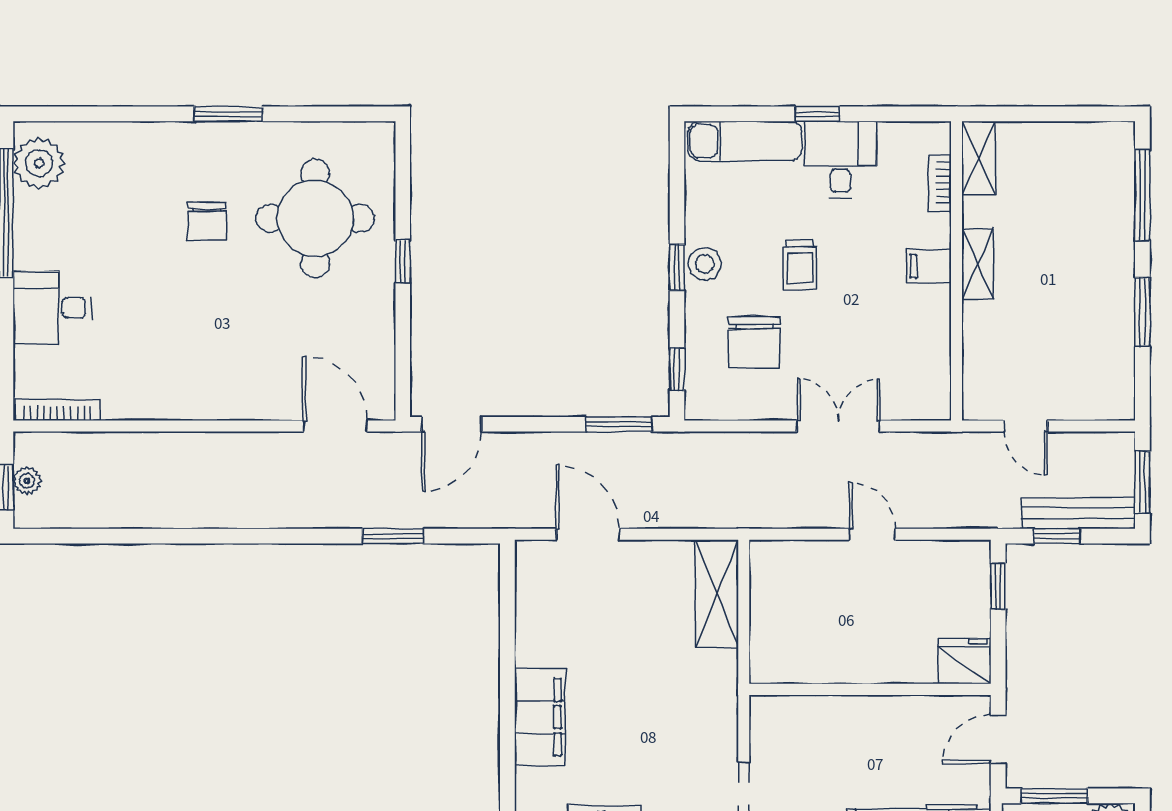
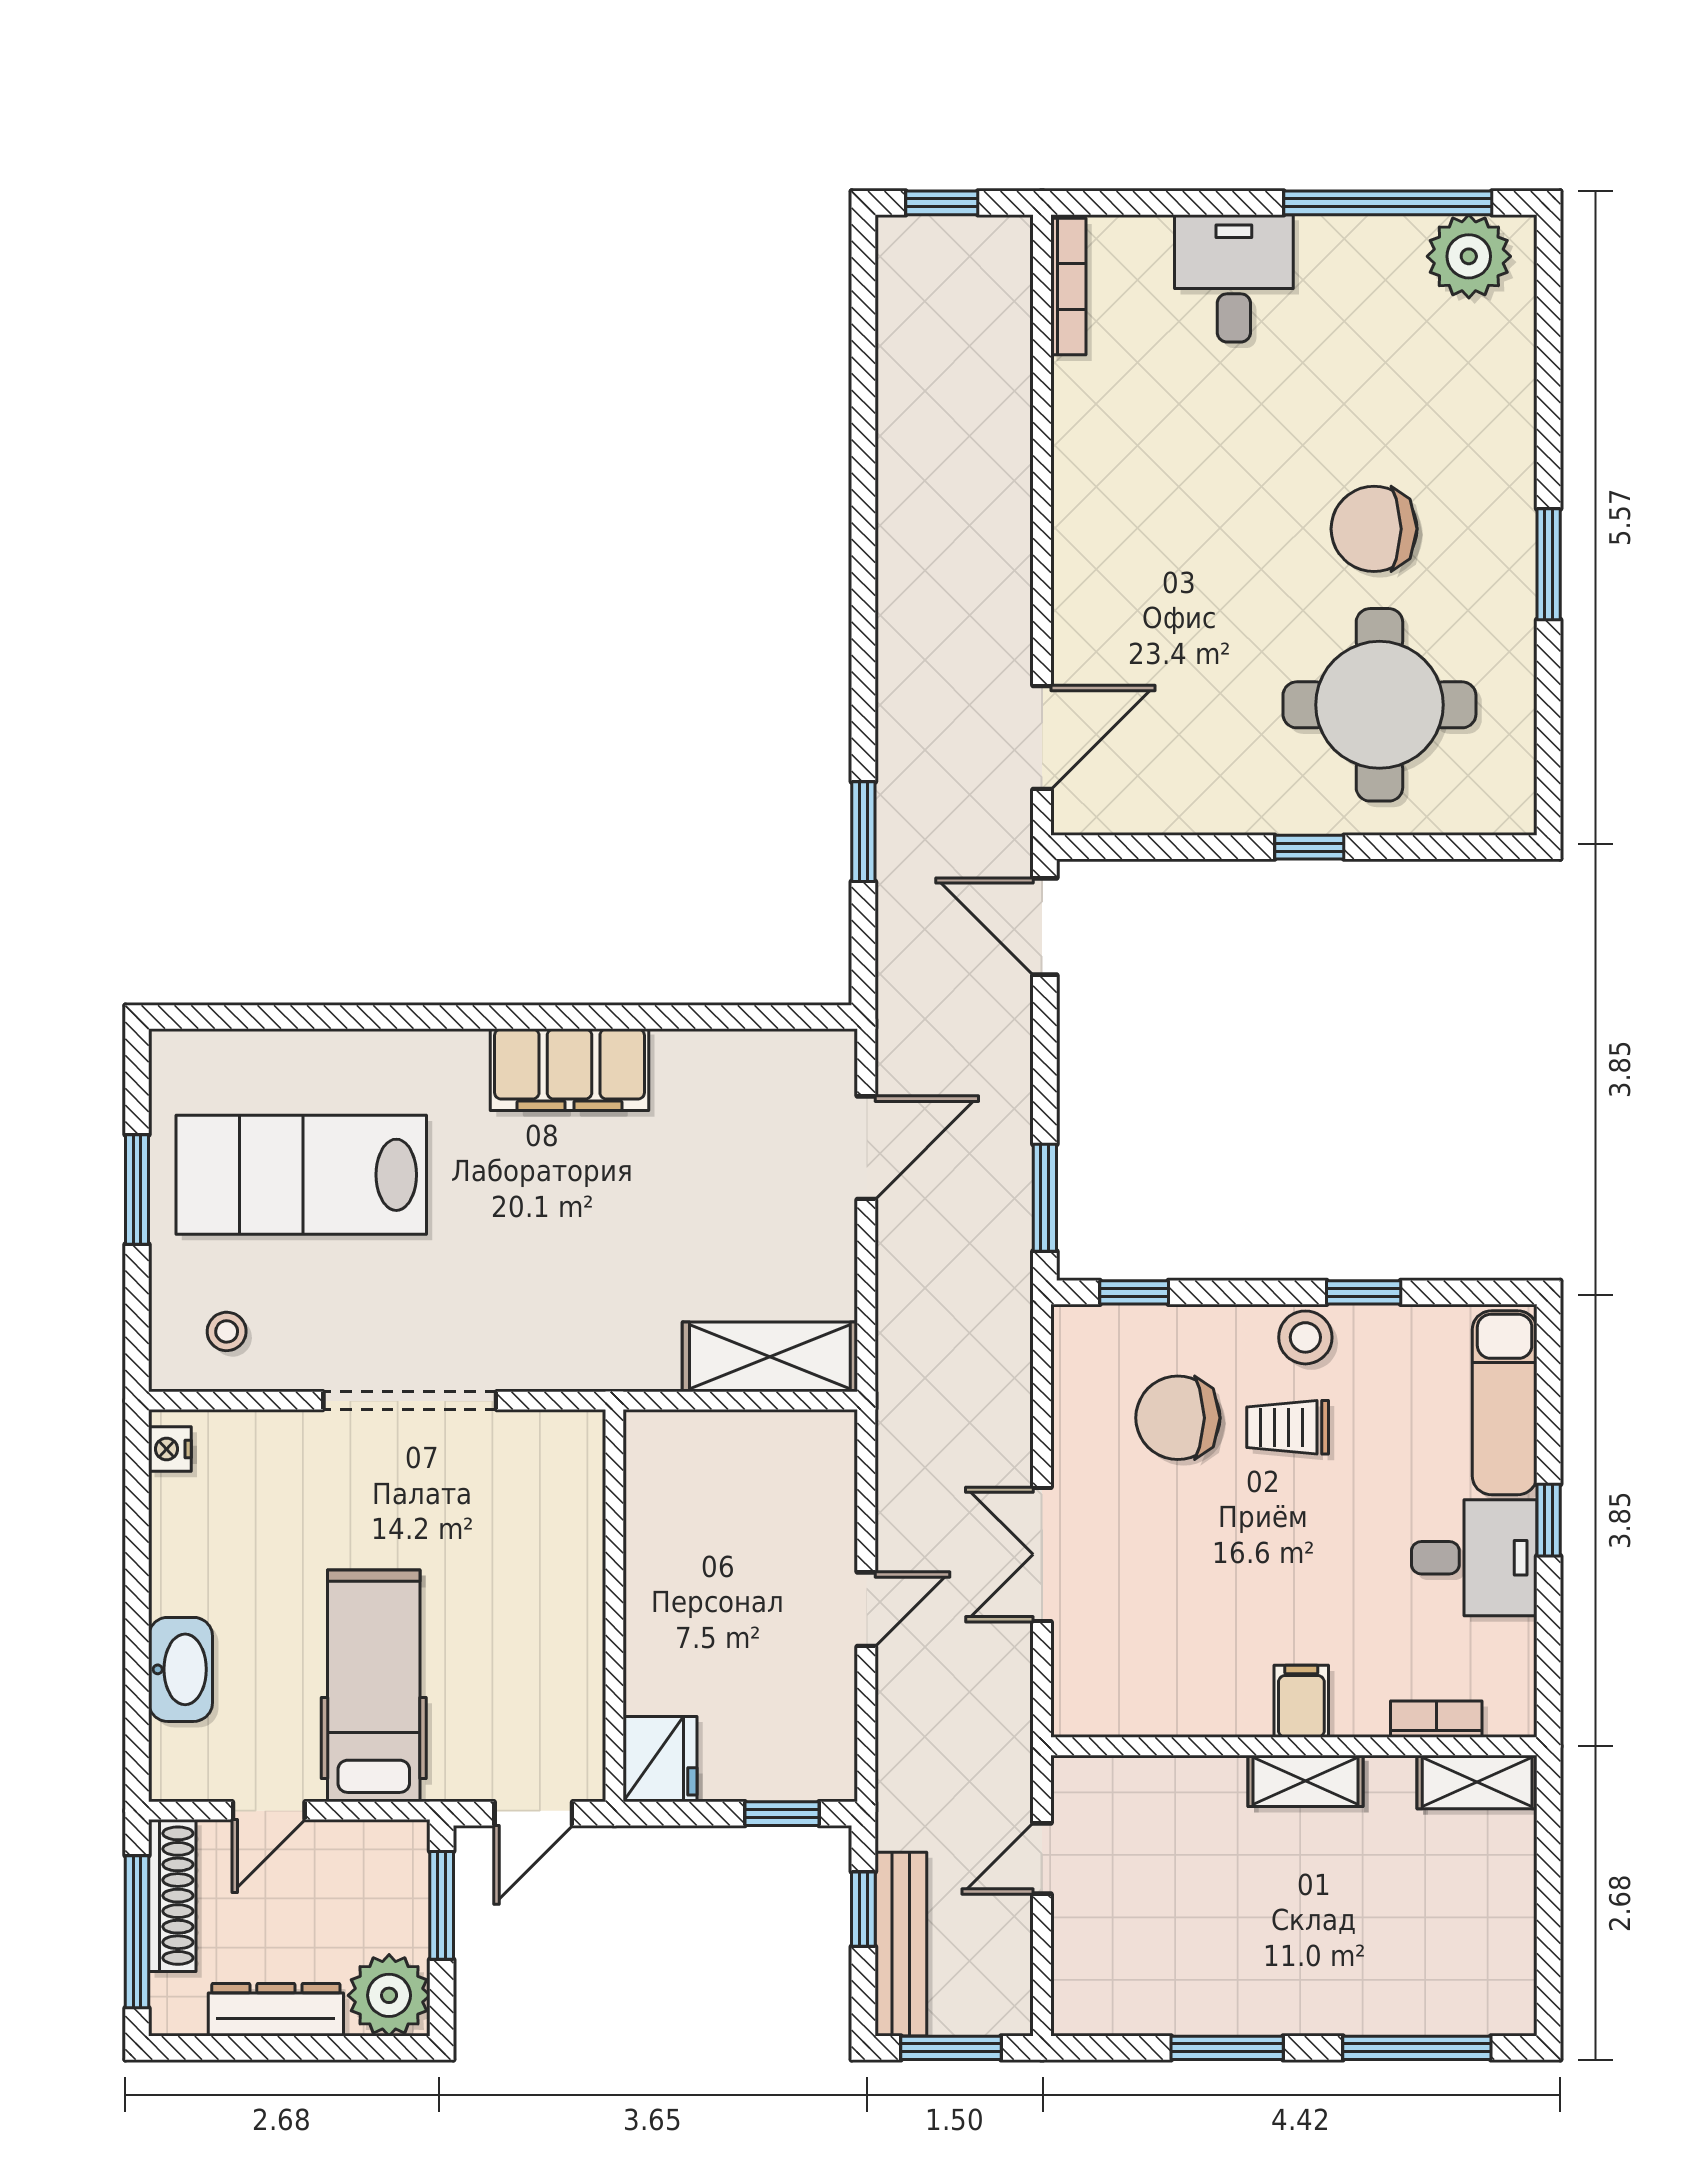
chair: (207, 221) -> (1374, 529), width x1.37, depth x1.37
trolley: (800, 264) -> (1288, 1427), moved
window: (677, 267) -> (1364, 1292), moved
double door: (838, 426) -> (1042, 1554), swing flipped
plant: (27, 481) -> (953, 237), removed
door: (998, 739) -> (533, 1814), swing flipped

